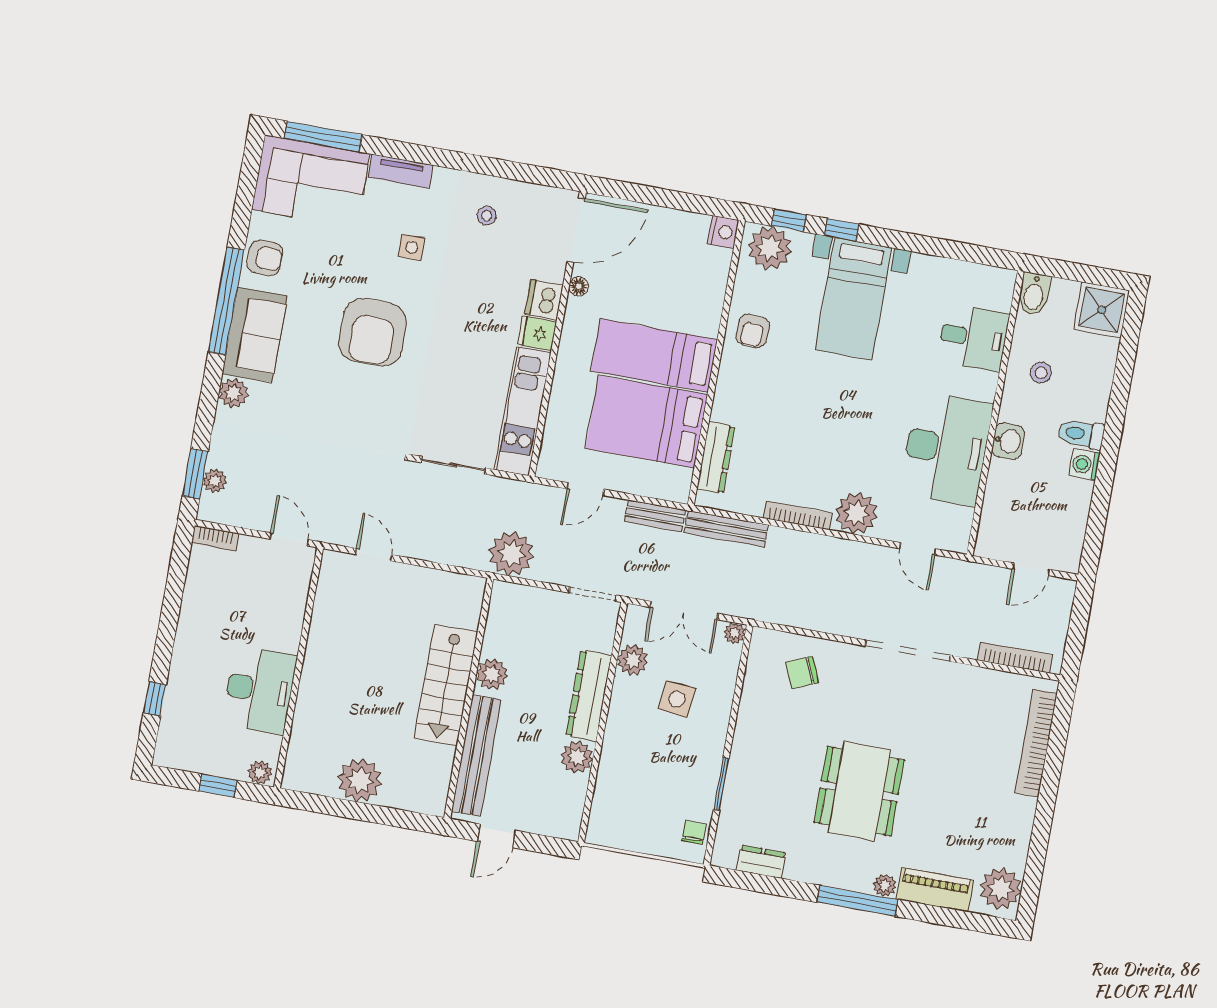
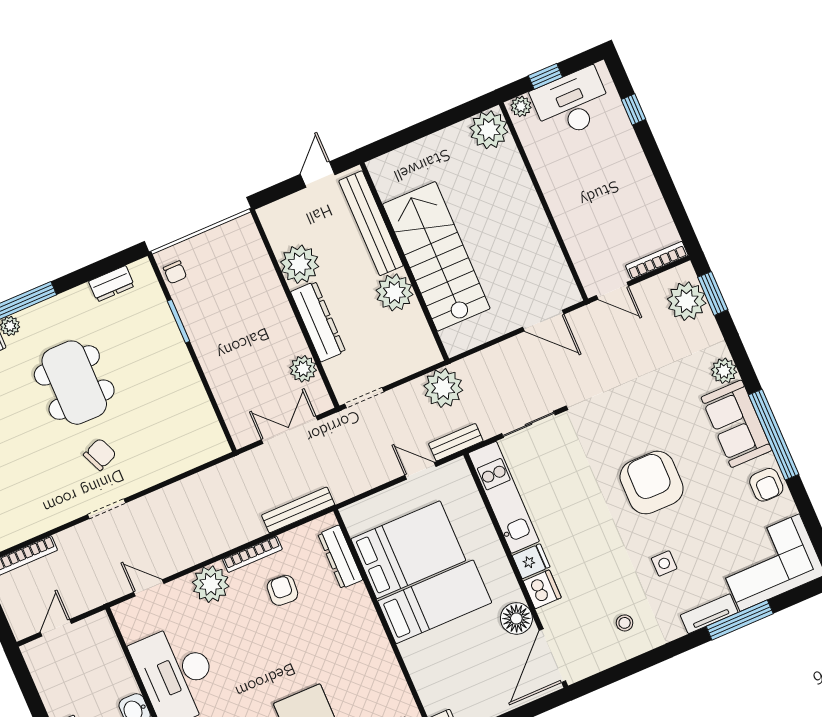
window: (323, 137) -> (740, 620), moved
armchair: (265, 258) -> (766, 485), turned -90
floor lamp: (579, 286) -> (516, 618), width x1.89, depth x1.89
armchair: (753, 331) -> (282, 590), moved
plant: (215, 481) -> (687, 301), width x1.88, depth x1.88
door: (585, 489) -> (420, 471), hinge flipped
bench: (655, 516) -> (456, 442), moved
bookcase: (215, 538) -> (657, 260), width x1.56
door: (374, 555) -> (543, 321), width x1.38
plant: (735, 633) -> (242, 438), removed
doorway: (908, 651) -> (107, 509), width x0.53
chair: (802, 673) -> (100, 454), moved
plant: (492, 674) -> (394, 292), width x1.36, depth x1.36
stairs: (446, 685) -> (436, 256), width x1.36, depth x1.51
desk: (259, 690) -> (572, 103), moved, turned 90
side table: (677, 699) -> (252, 362), removed
plant: (577, 757) -> (300, 264), width x1.36, depth x1.36
plant: (360, 780) -> (489, 130), moved

